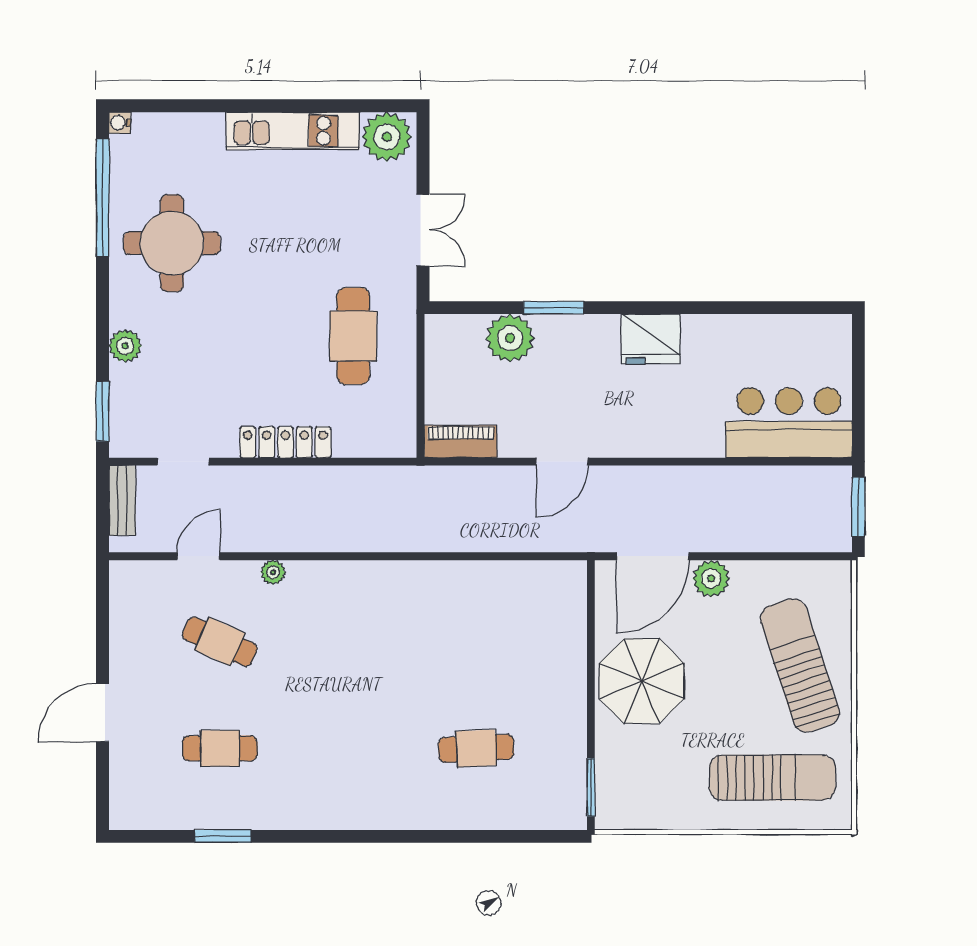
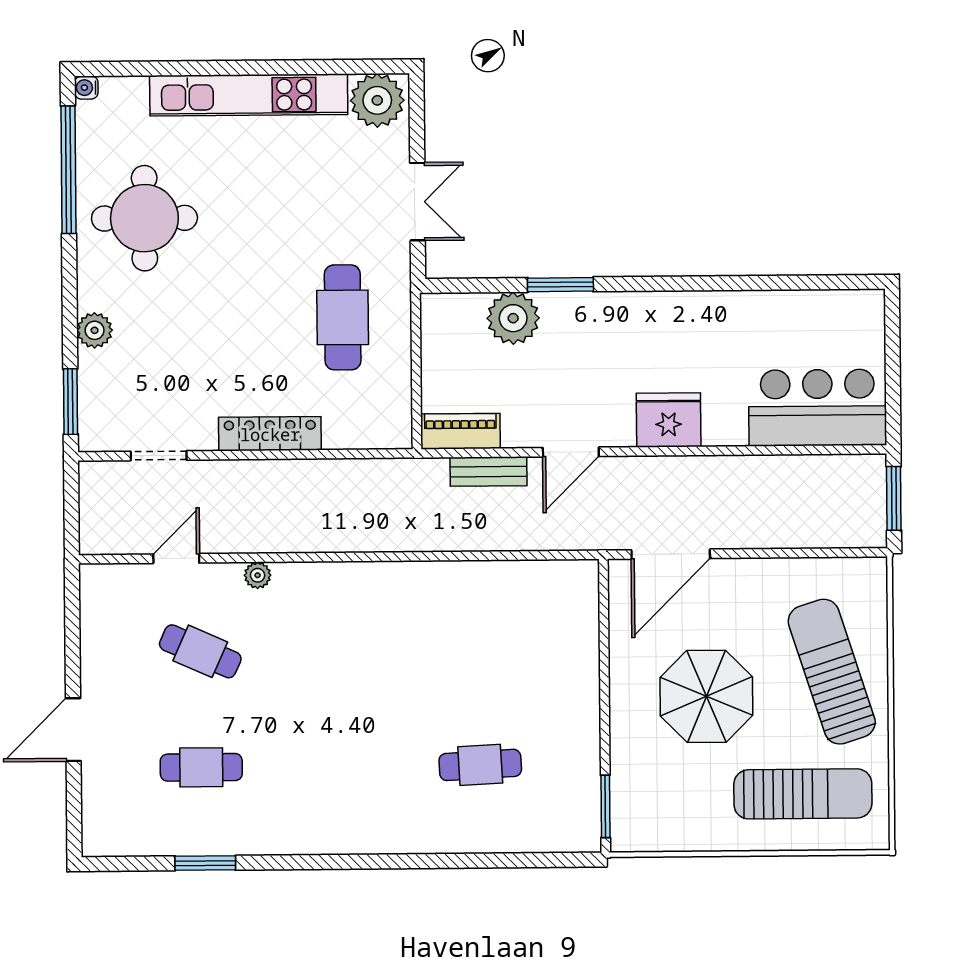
kitchen unit: (293, 131) -> (249, 95), width x1.36
fridge: (651, 339) -> (669, 420), moved, turned 180
bench: (122, 501) -> (488, 471), moved, turned 90
plant: (711, 579) -> (734, 578), removed
parasol: (642, 681) -> (706, 696), moved

